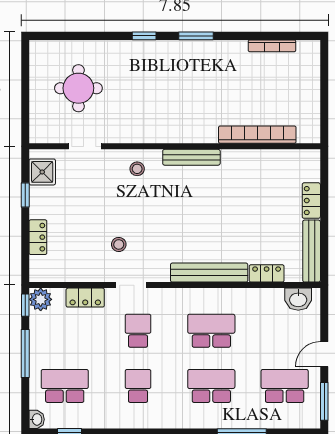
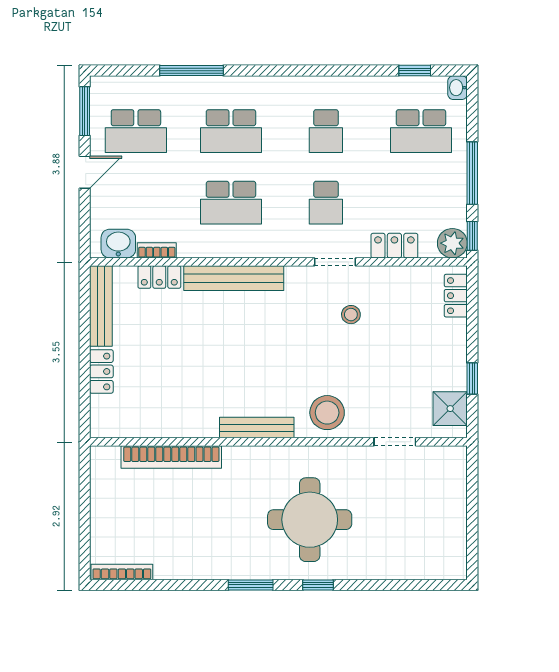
bookcase: (272, 46) -> (122, 572), moved
round table: (78, 88) -> (310, 520), moved, width x1.36, depth x1.36
stool: (137, 169) -> (327, 413), width x1.89, depth x1.89
locker: (38, 237) -> (456, 296), moved
bookcase: (268, 294) -> (157, 250), added

